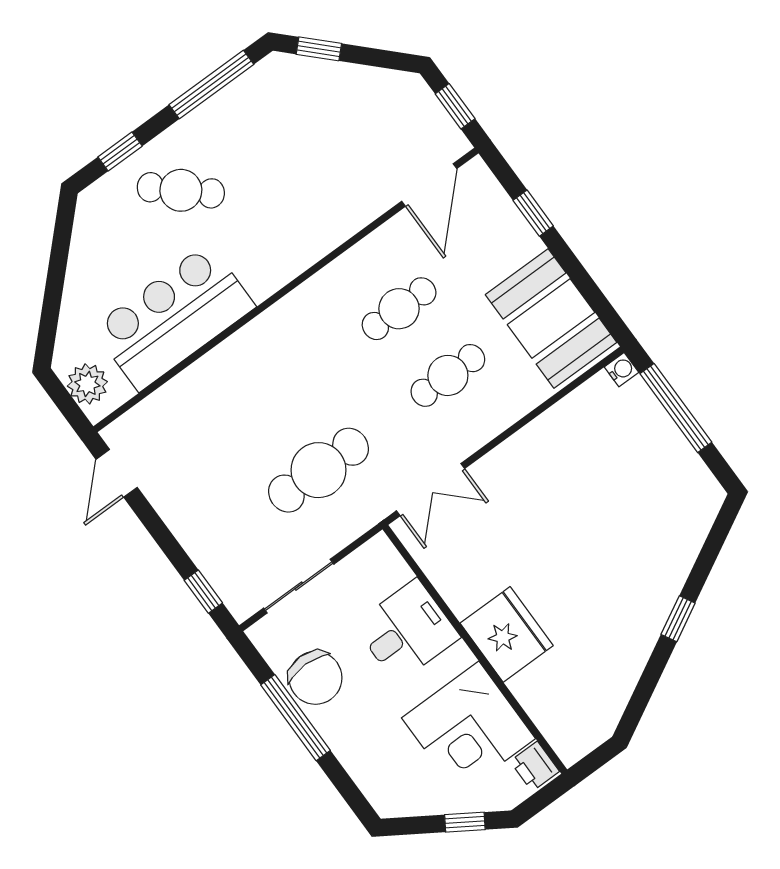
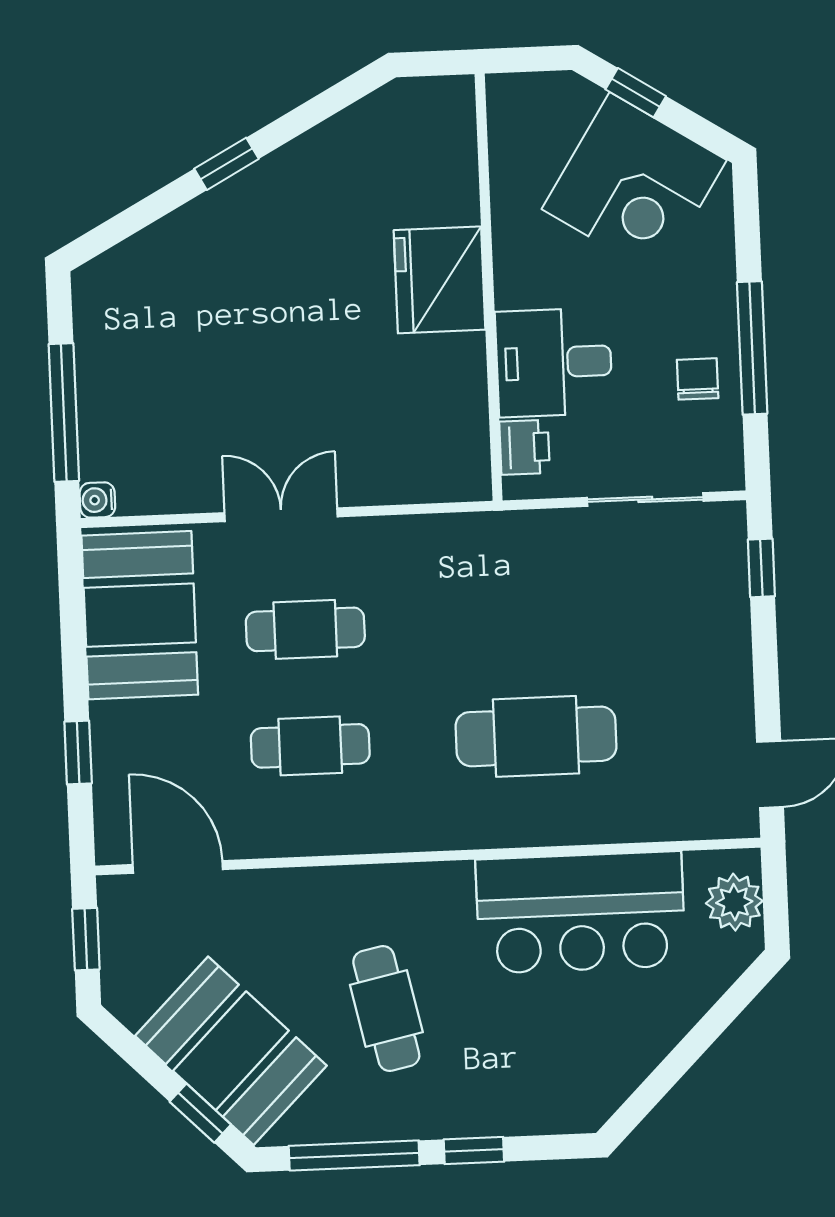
booth: (325, 98) -> (231, 1051), added
window: (120, 151) -> (474, 1150), moved
door: (429, 185) -> (178, 867), hinge flipped
cafe table: (181, 190) -> (386, 1009), moved, turned 36
cafe table: (318, 470) -> (536, 736), moved
double door: (431, 490) -> (281, 515), moved
chair: (315, 678) -> (698, 379), width x0.54, depth x0.54
corner desk: (469, 728) -> (634, 185), moved, turned 123
printer: (535, 766) -> (525, 447), moved

